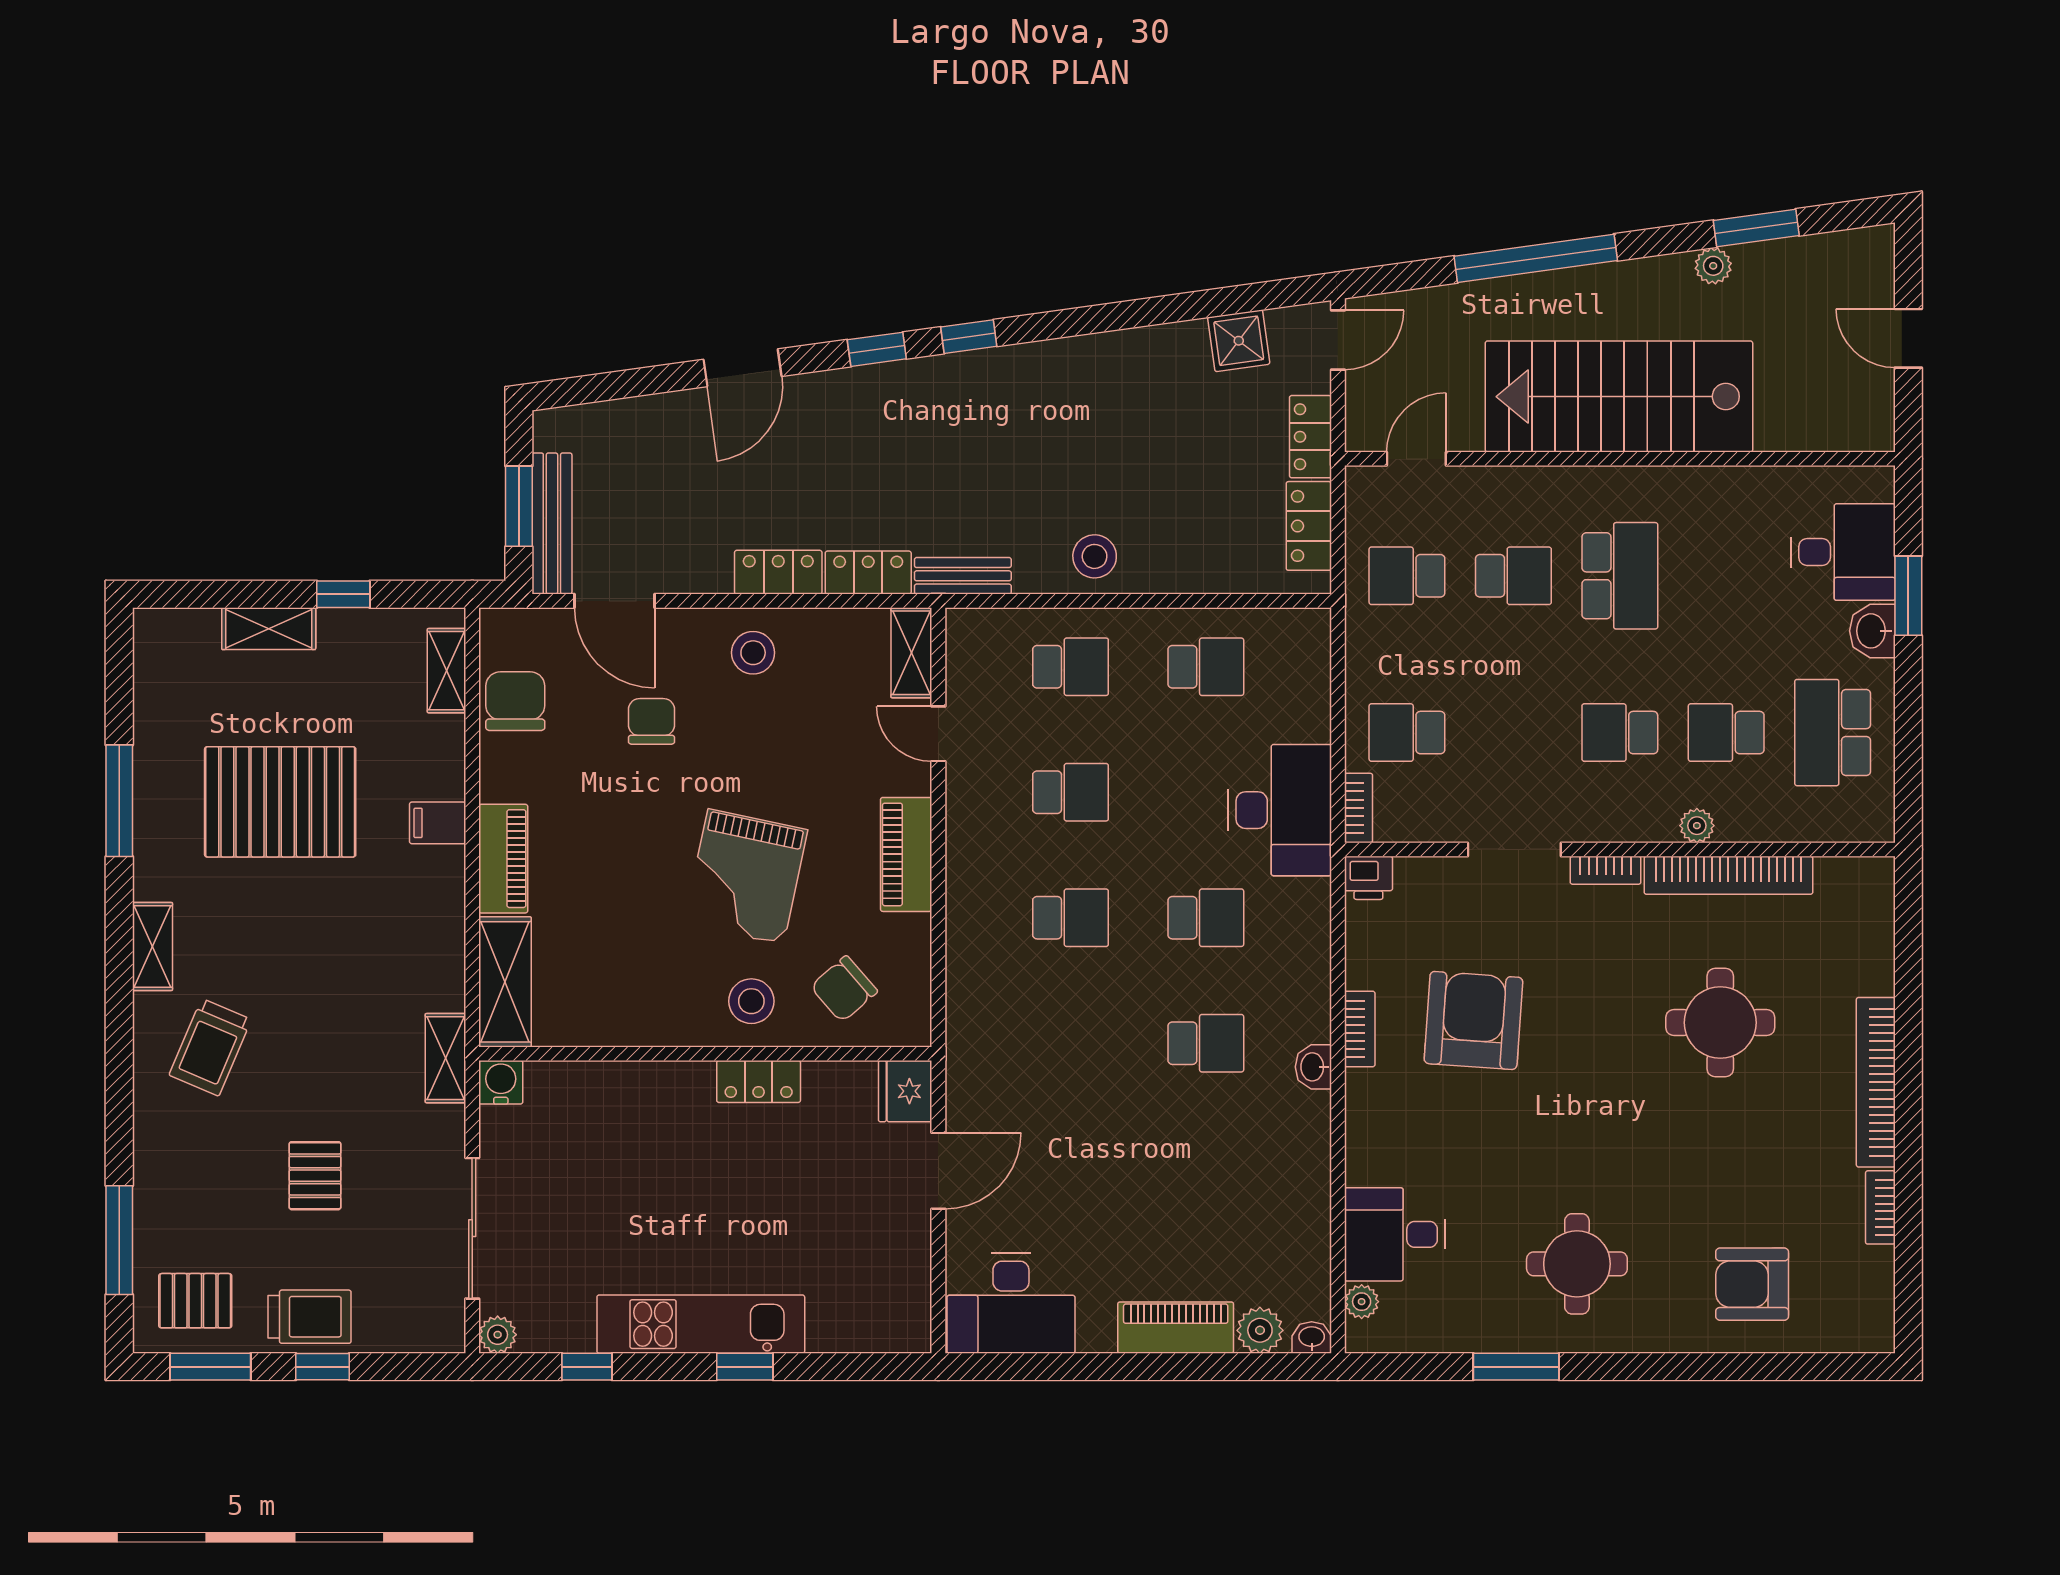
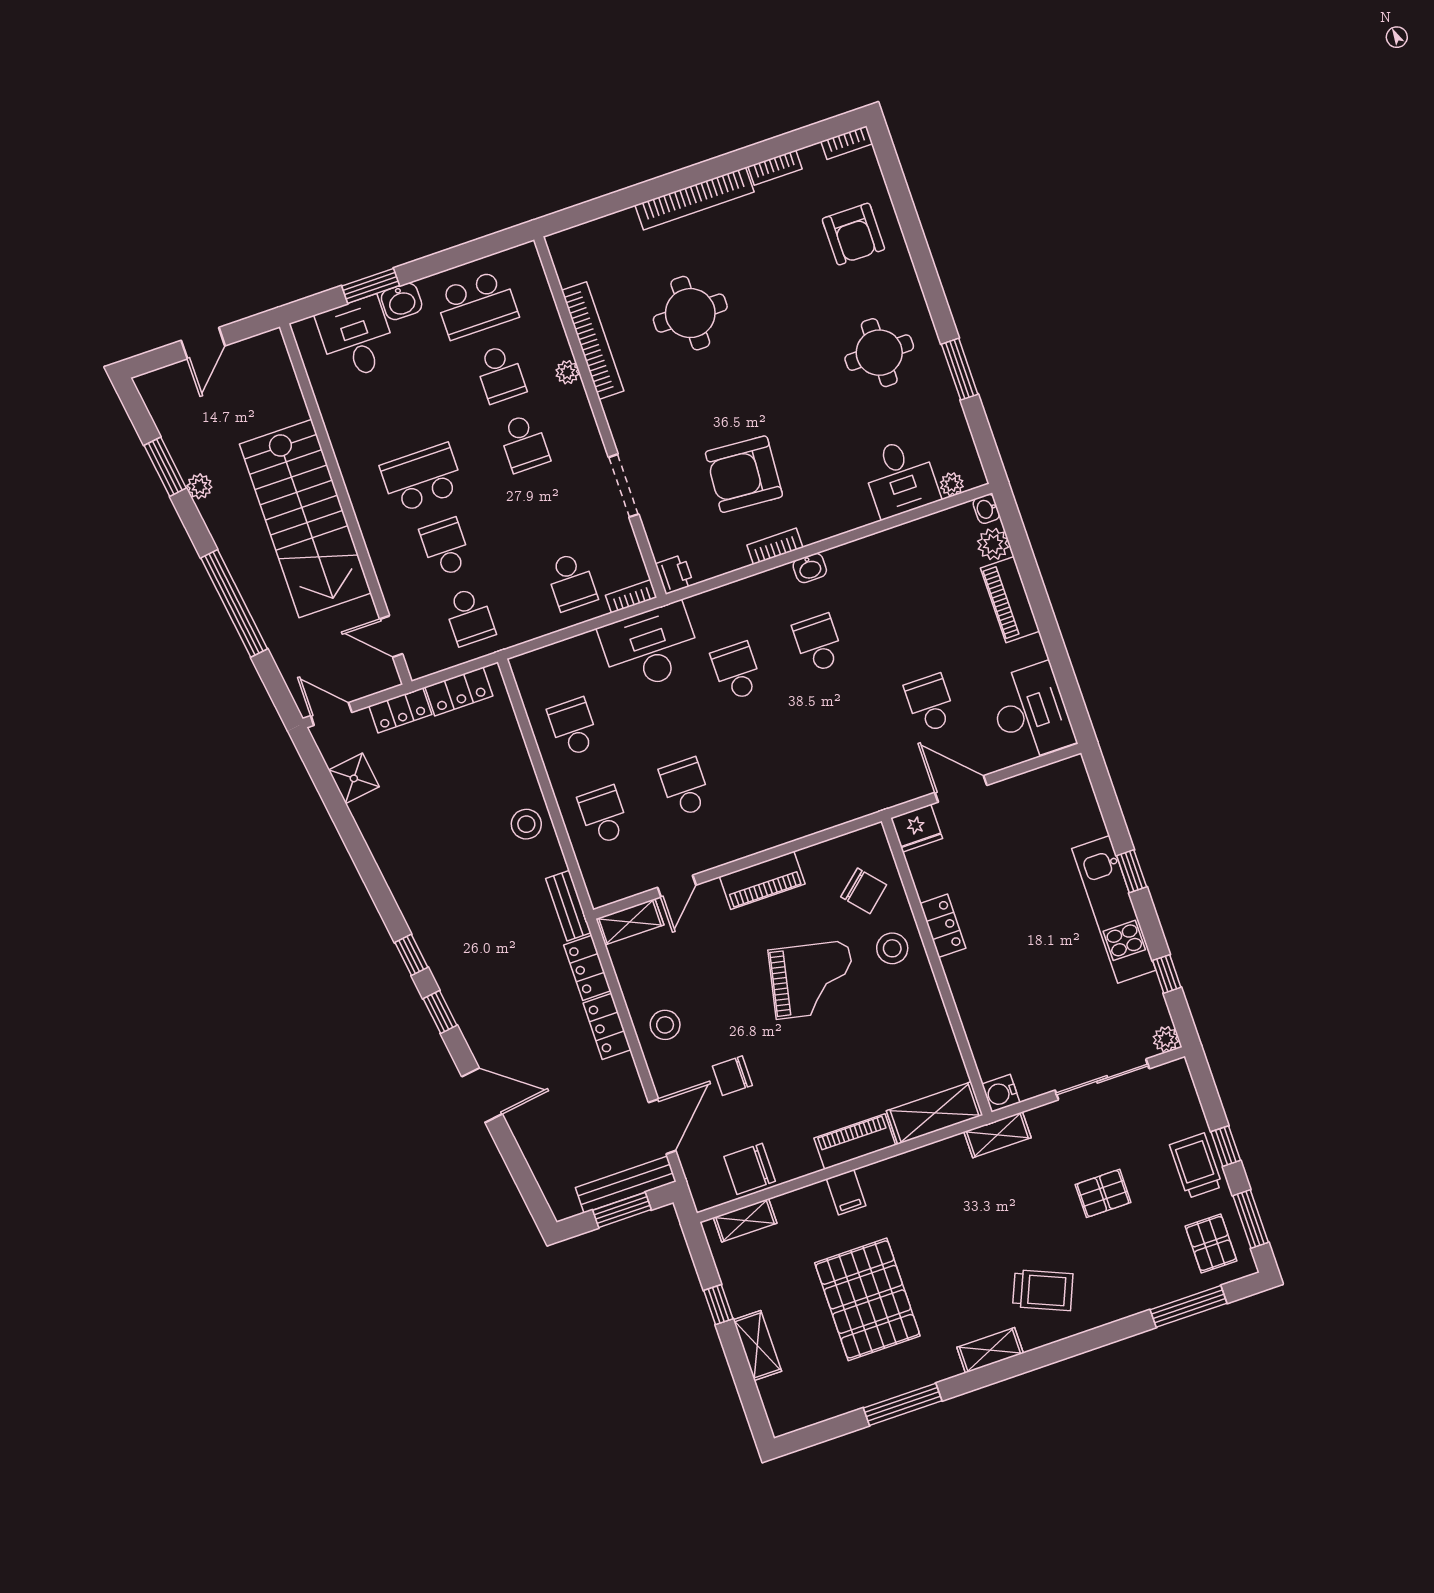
bookcase: (1606, 870) -> (847, 143), moved, turned 90
school desk: (1071, 918) -> (930, 703), moved

